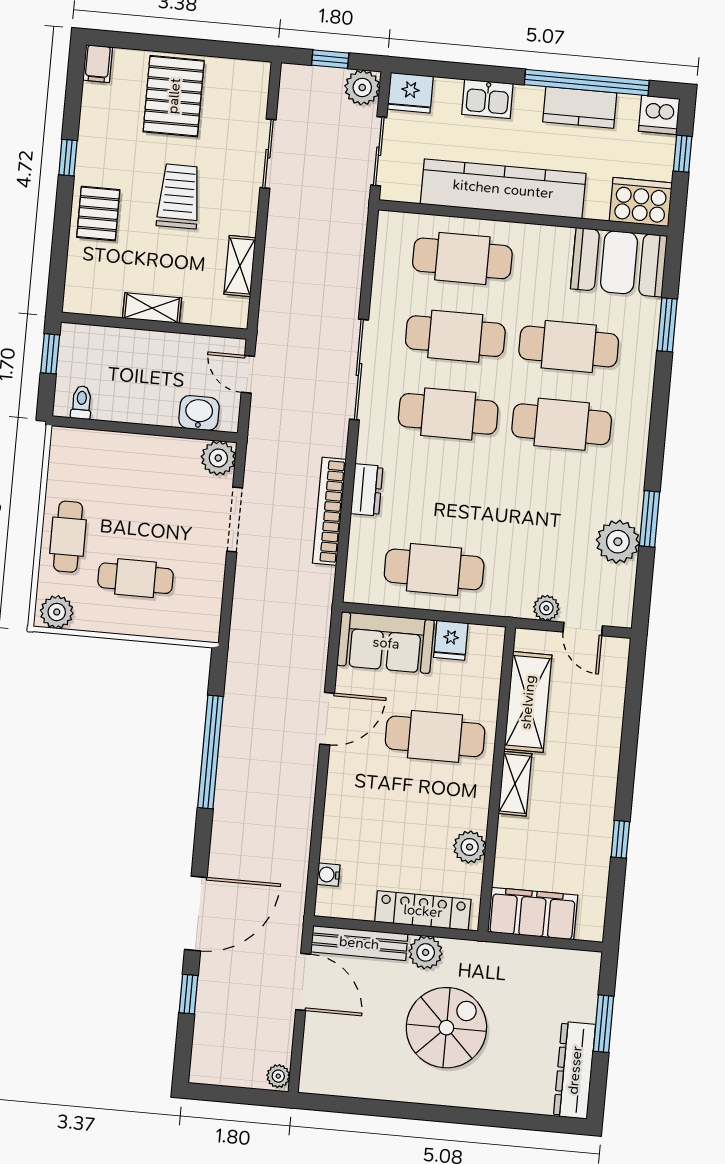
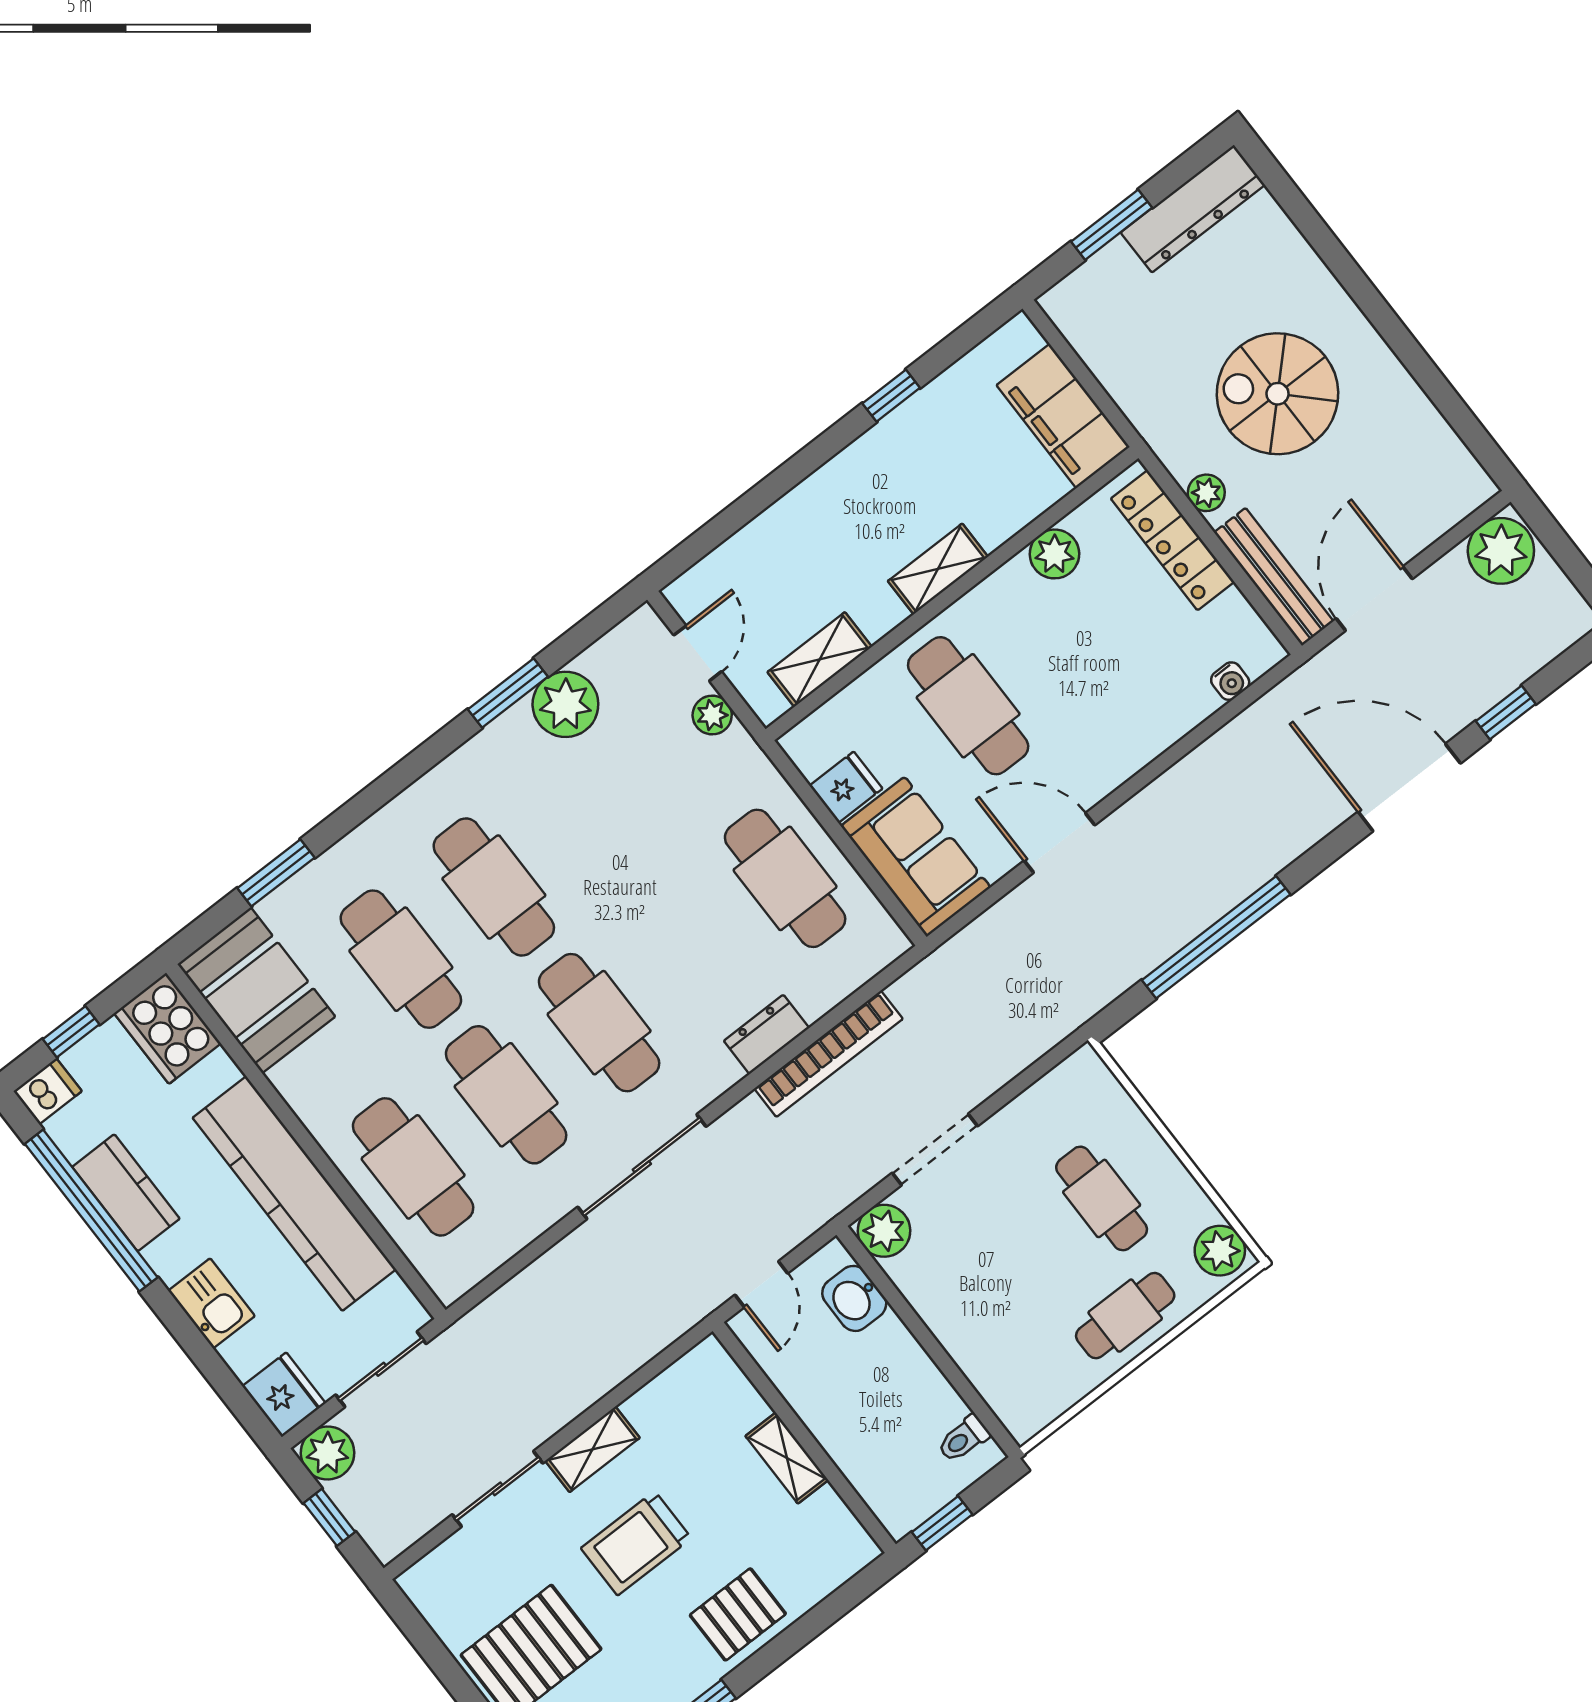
dishwasher: (659, 115) -> (48, 1091), width x0.73
shelving: (240, 266) -> (592, 1449), moved
shelving: (528, 702) -> (820, 660), width x0.67, depth x0.75
plant: (426, 952) -> (1206, 493), width x0.73, depth x0.73
plant: (278, 1076) -> (1501, 551), width x1.88, depth x1.88

